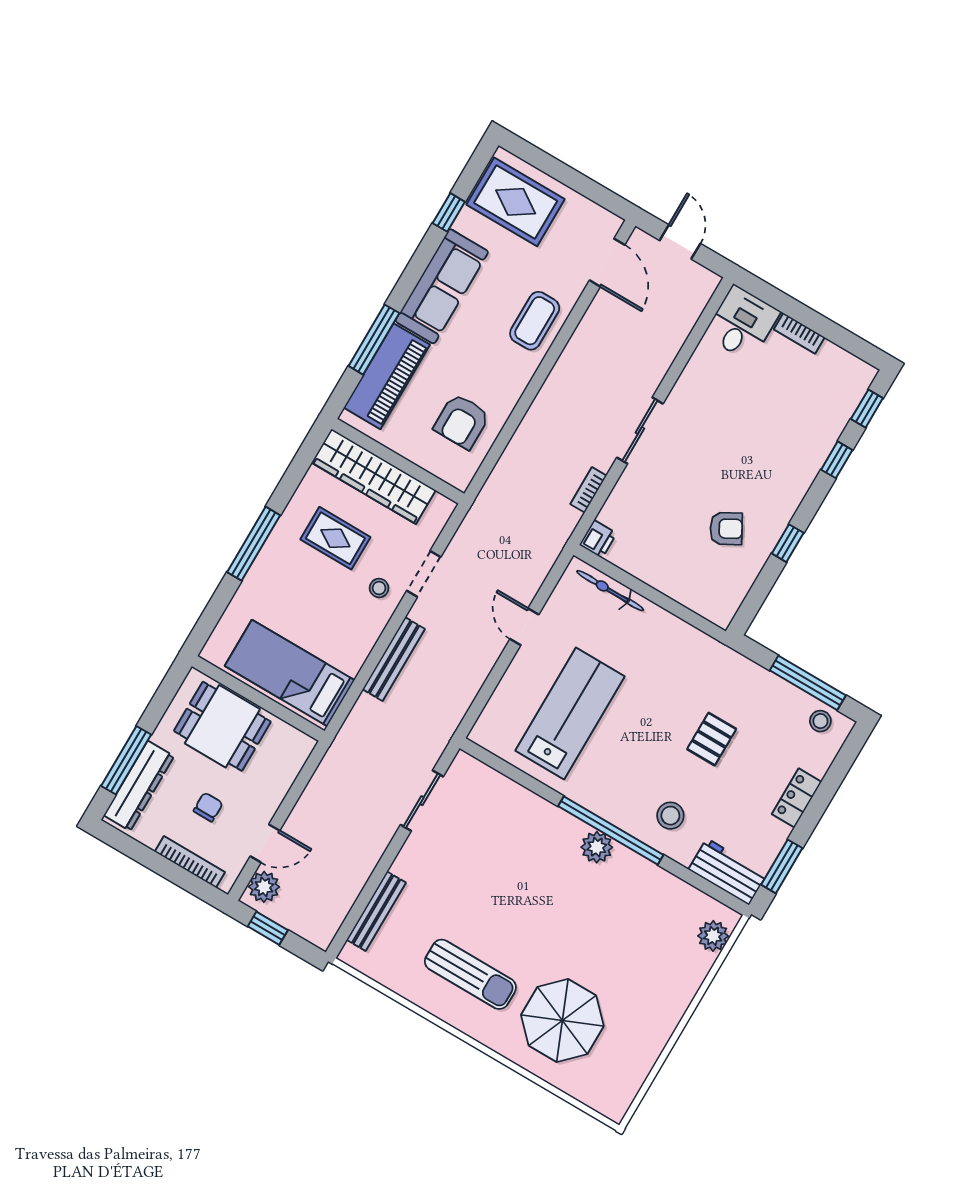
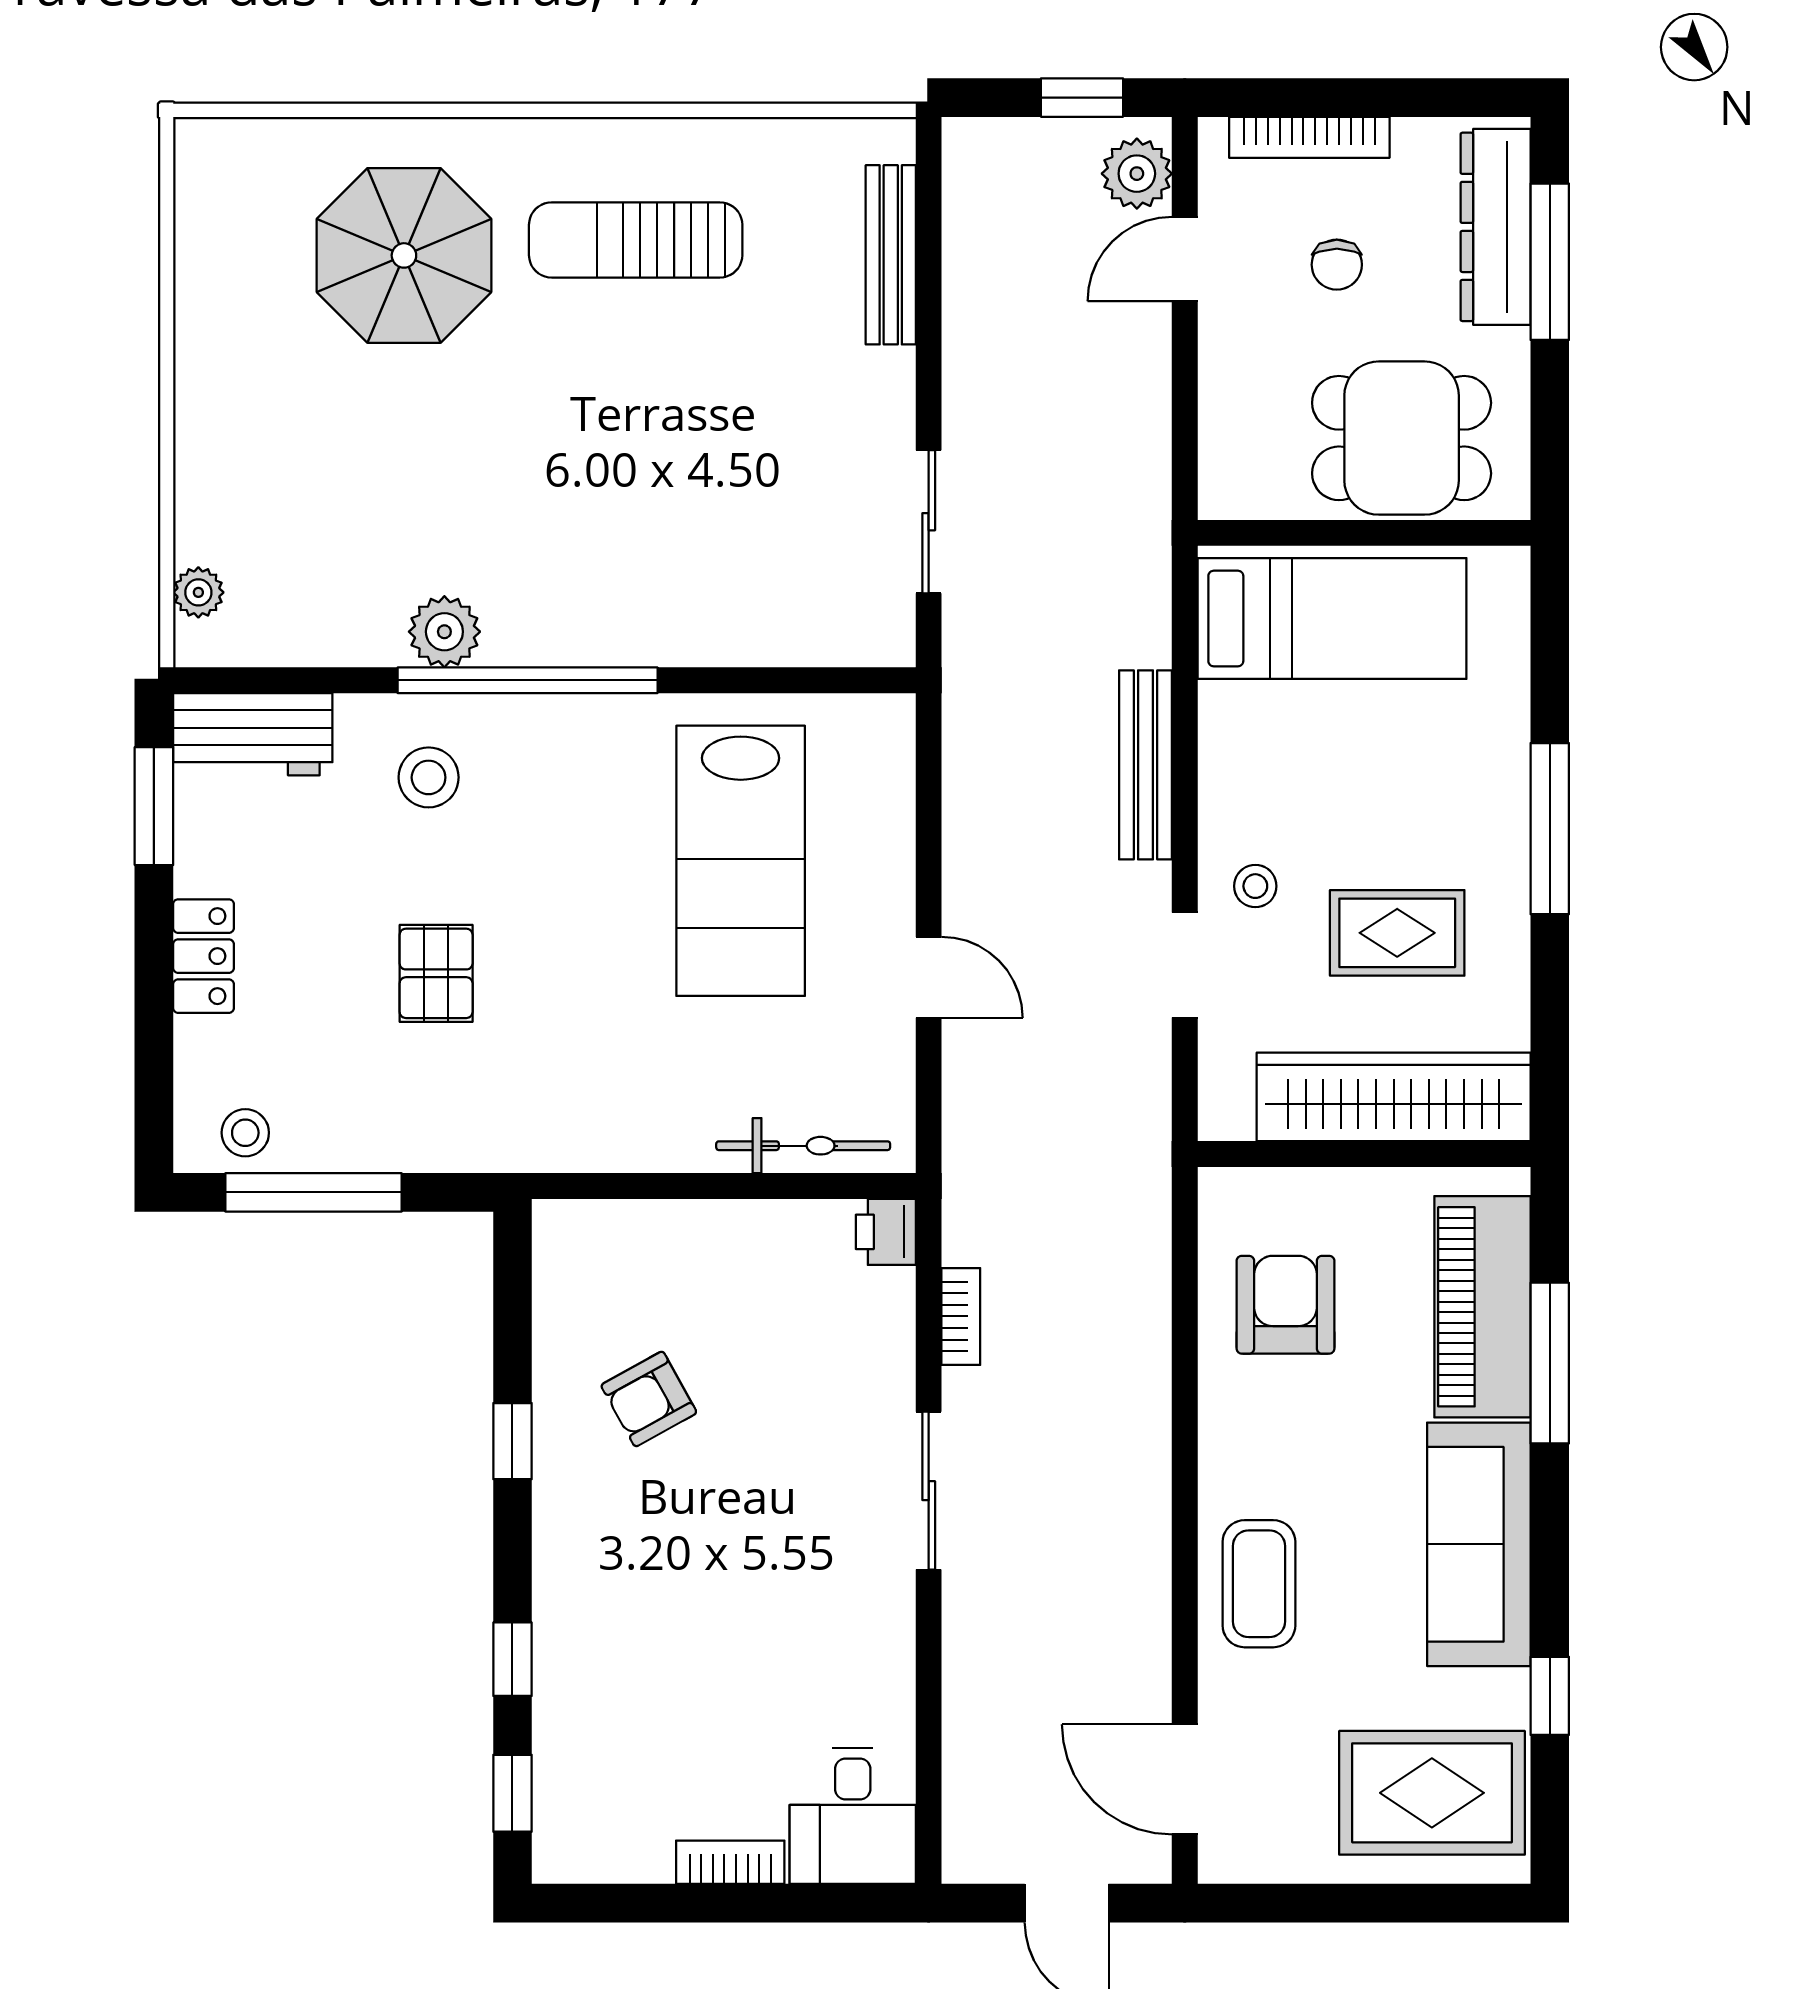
plant: (597, 847) -> (444, 632), moved
plant: (713, 936) -> (198, 592), width x0.73, depth x0.73

